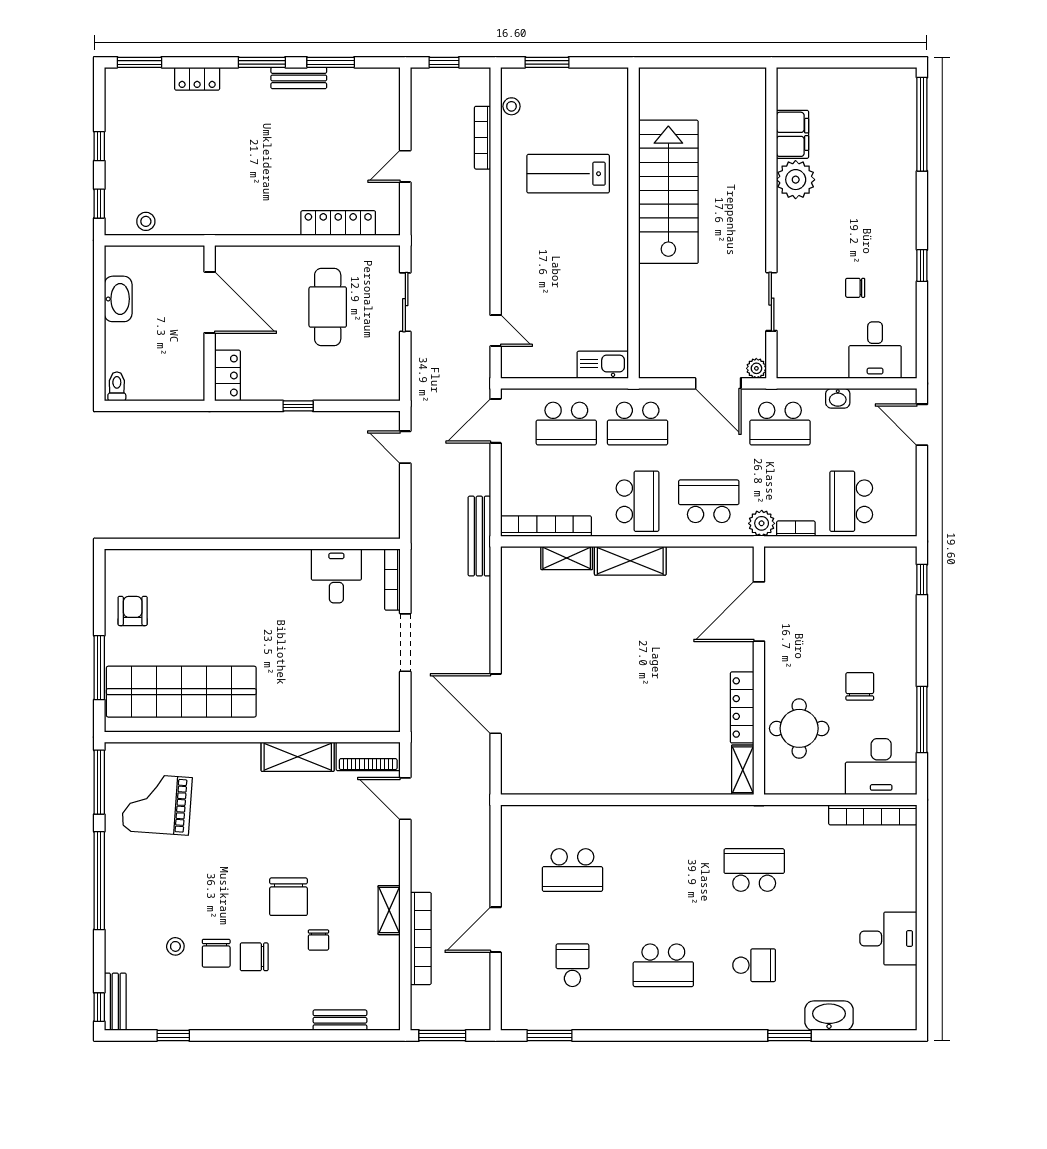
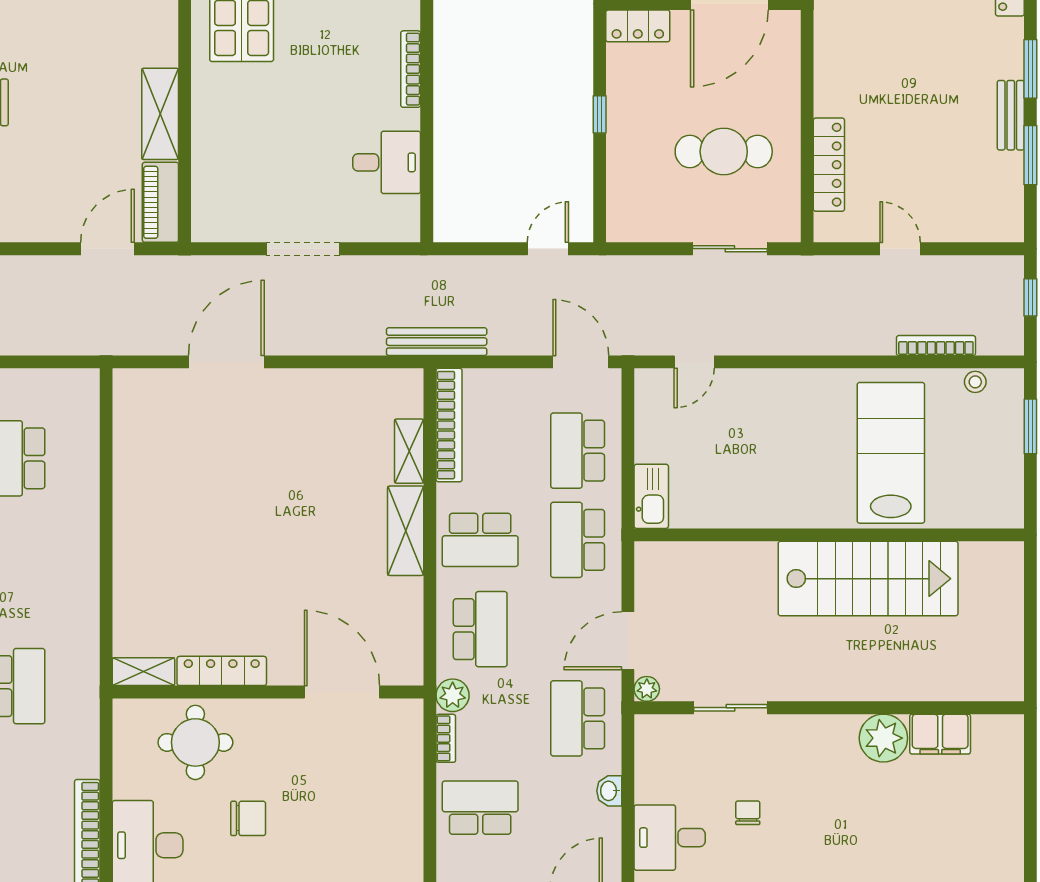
lab bench: (568, 174) -> (891, 453), width x1.36, depth x1.39
bookcase: (392, 580) -> (411, 69), moved, turned -90

